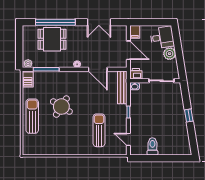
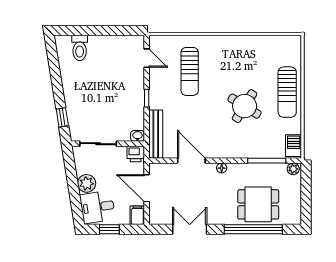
window: (154, 22) -> (109, 229), added
window: (189, 115) -> (62, 117), moved
toilet: (152, 146) -> (80, 48), moved

